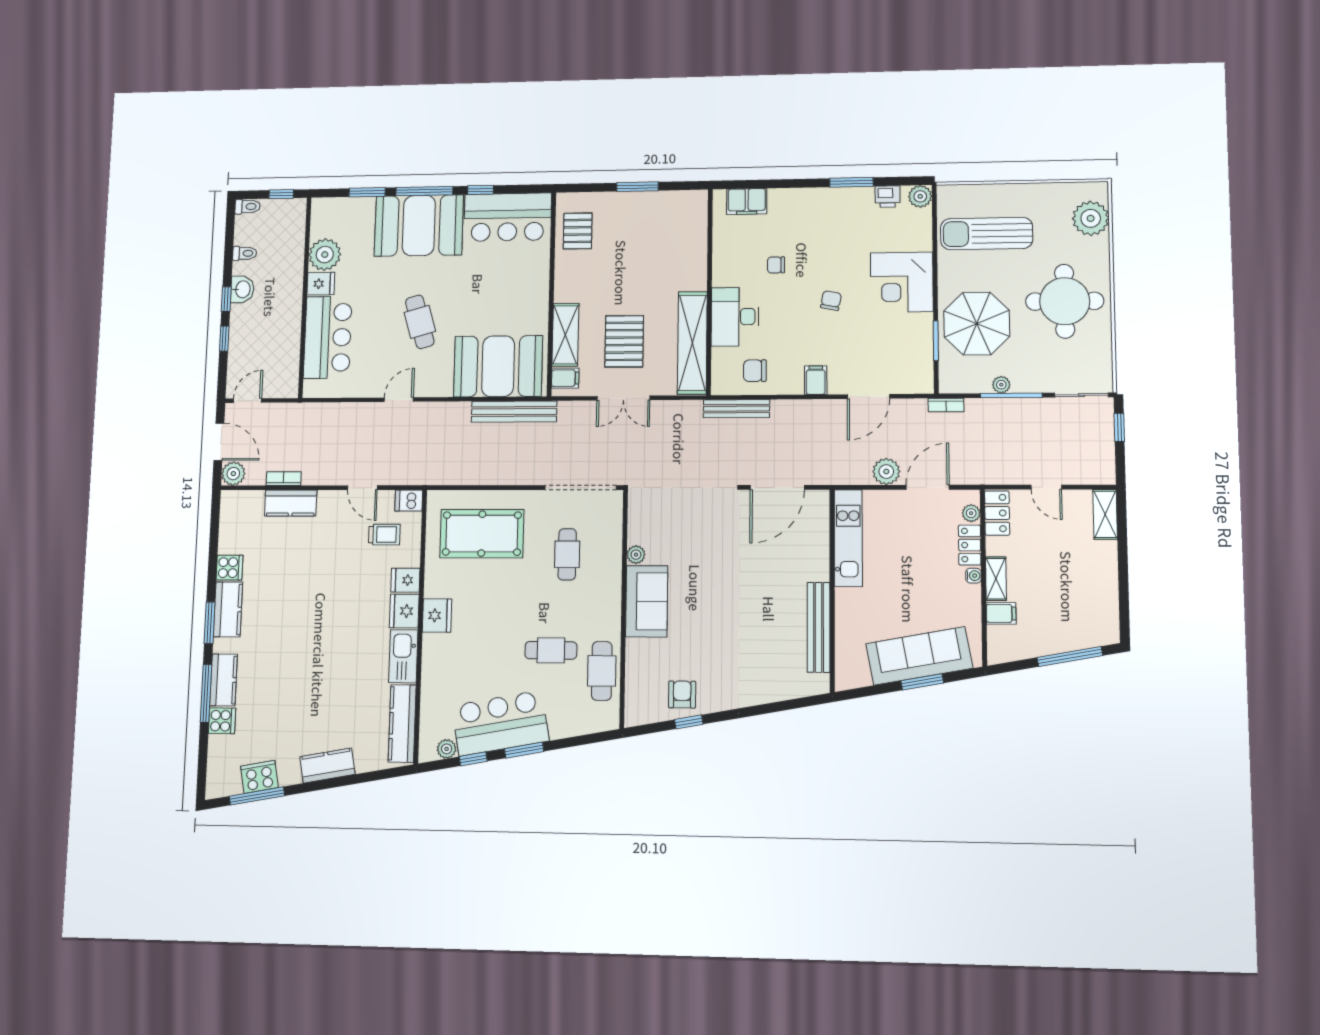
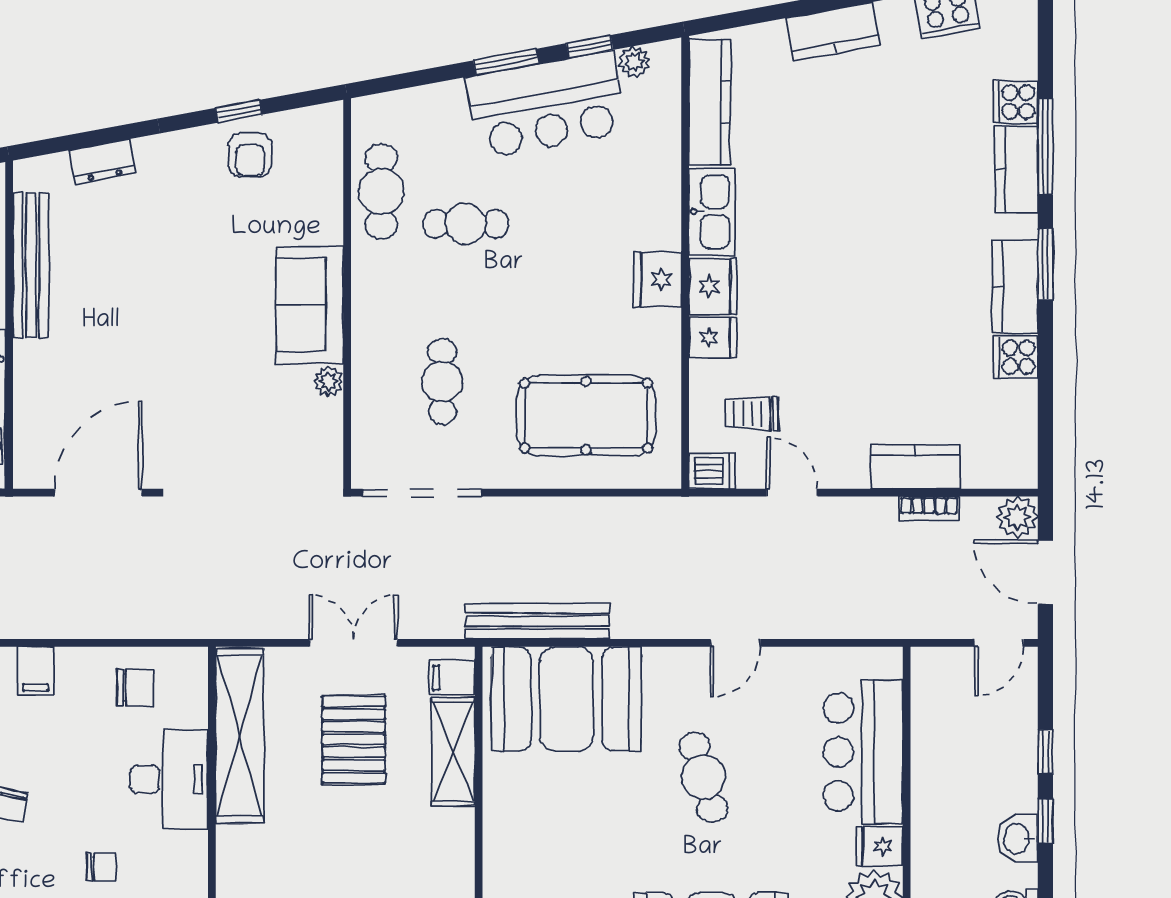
bench: (736, 409) -> (165, 624), removed
dresser: (774, 691) -> (102, 162), added

